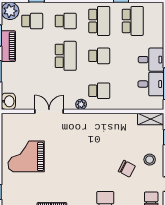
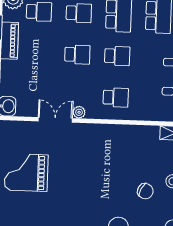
school desk: (66, 56) -> (77, 55), width x0.54
plant: (81, 104) -> (79, 112), moved

